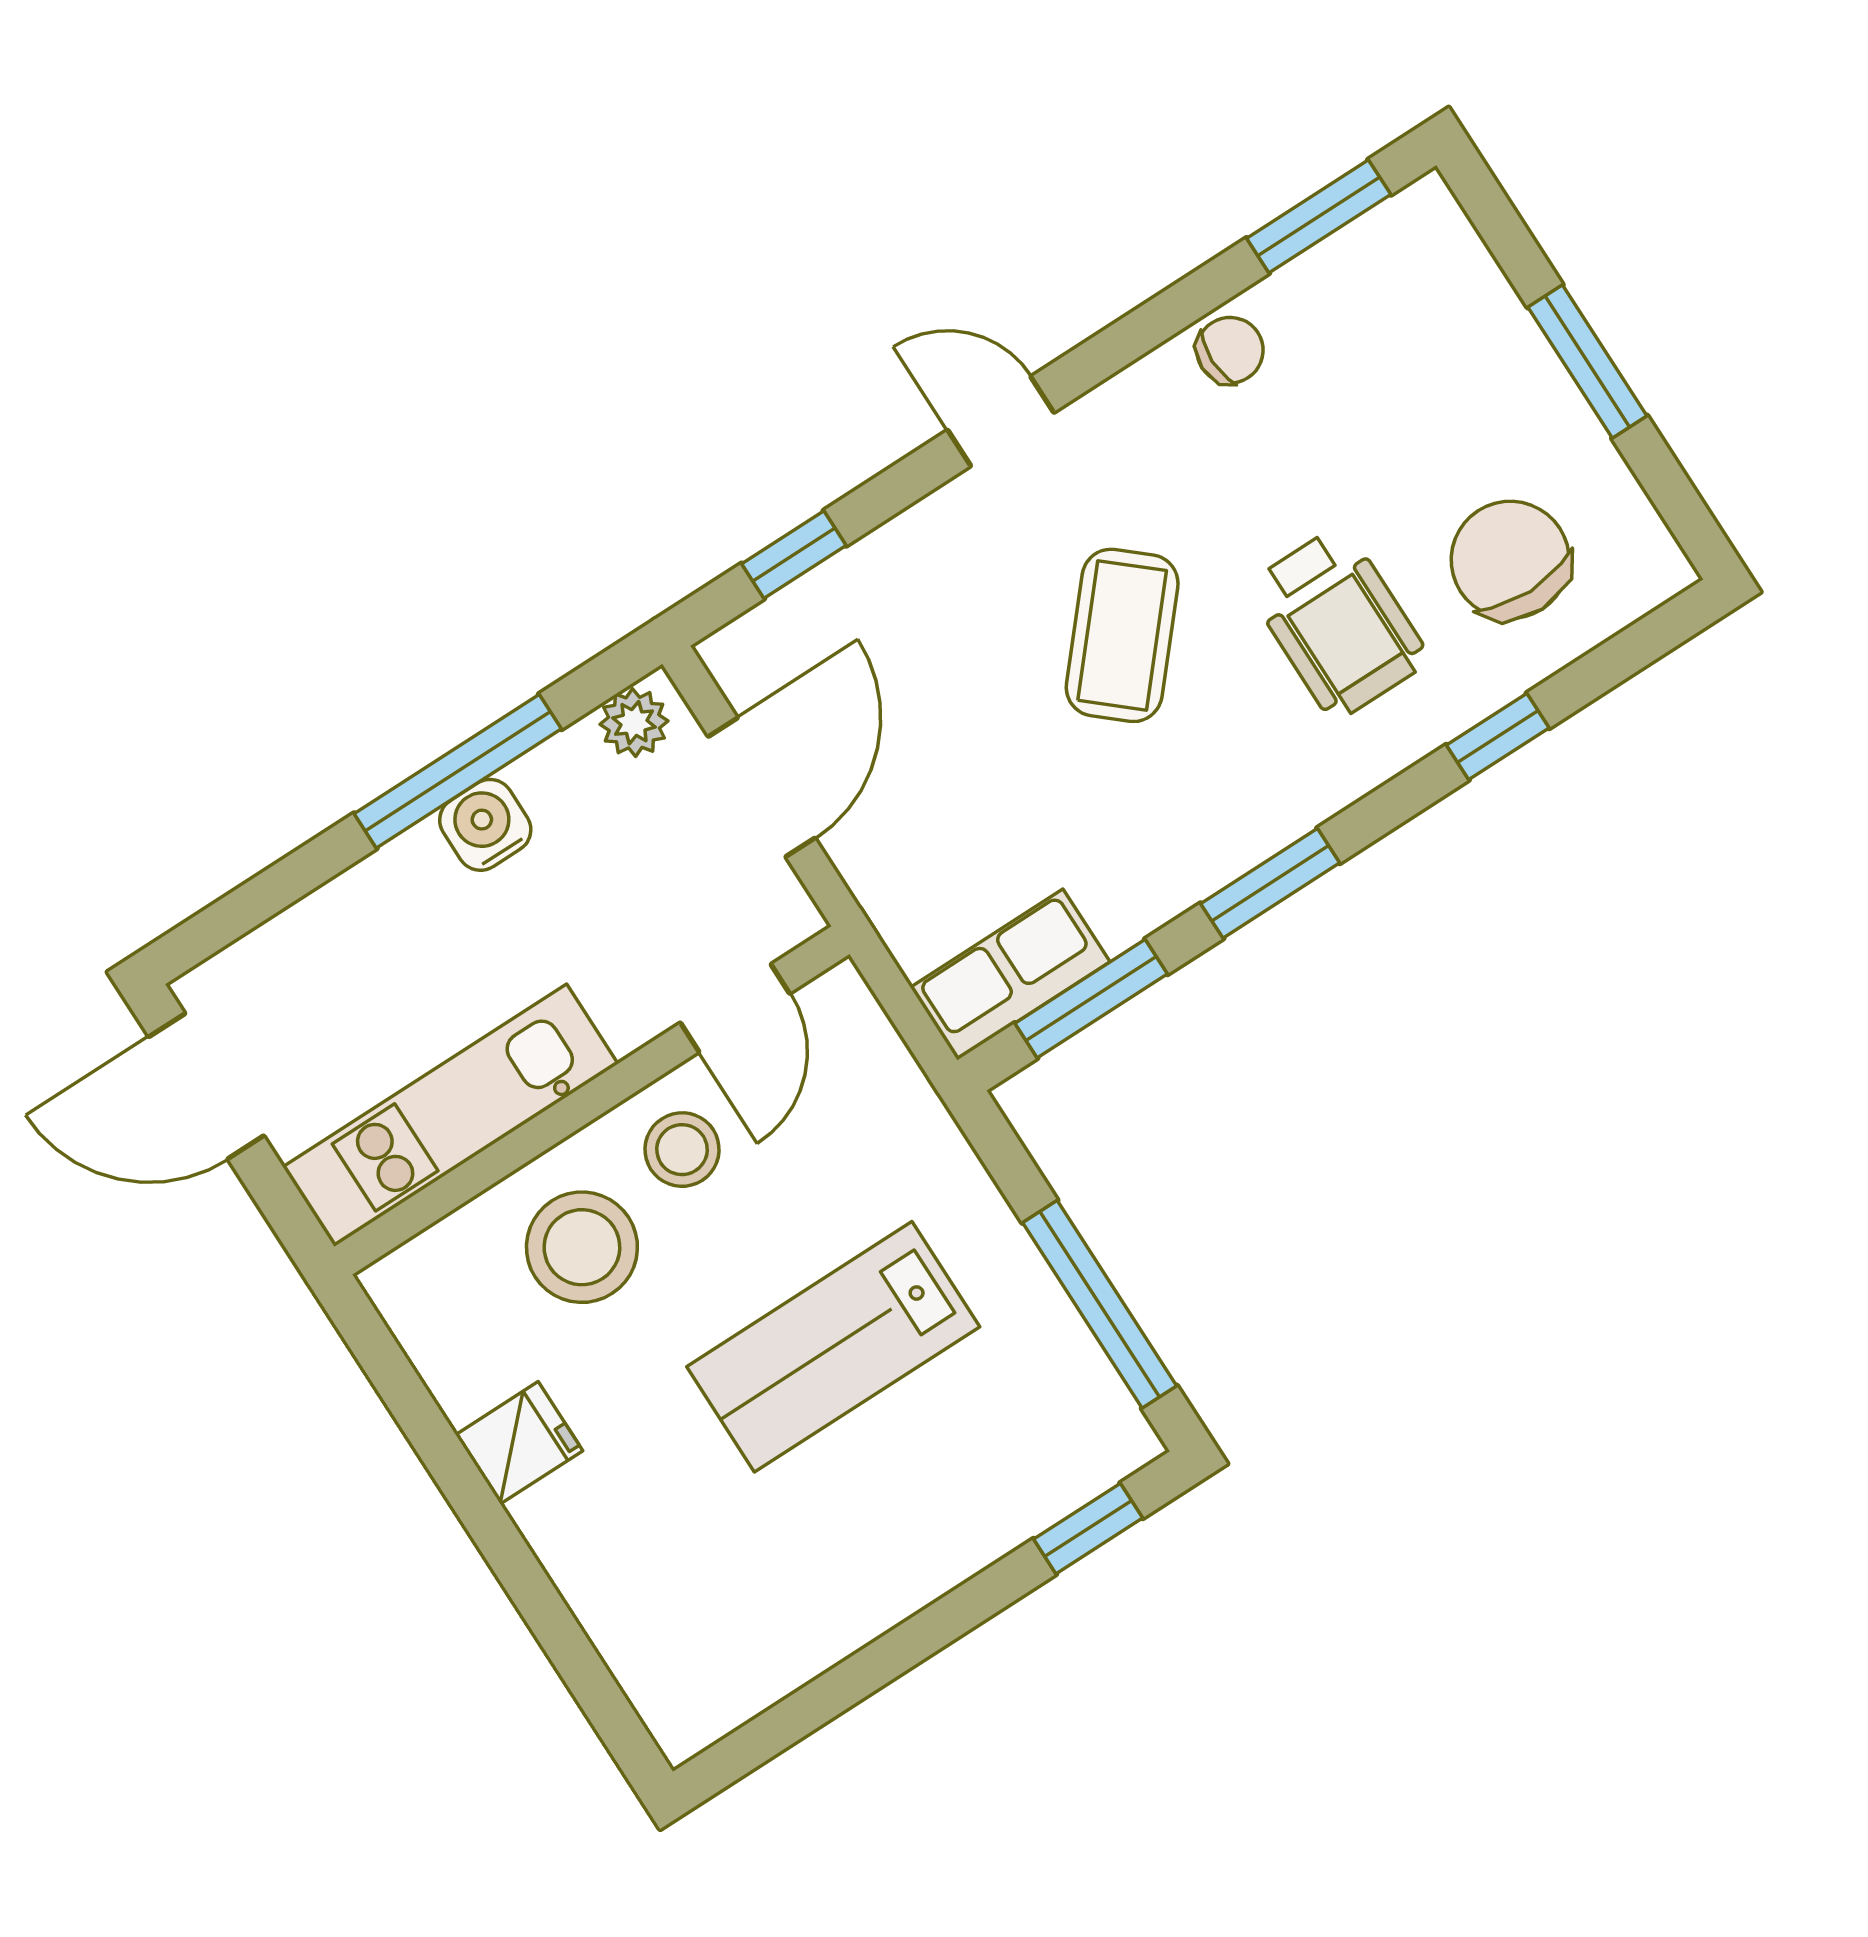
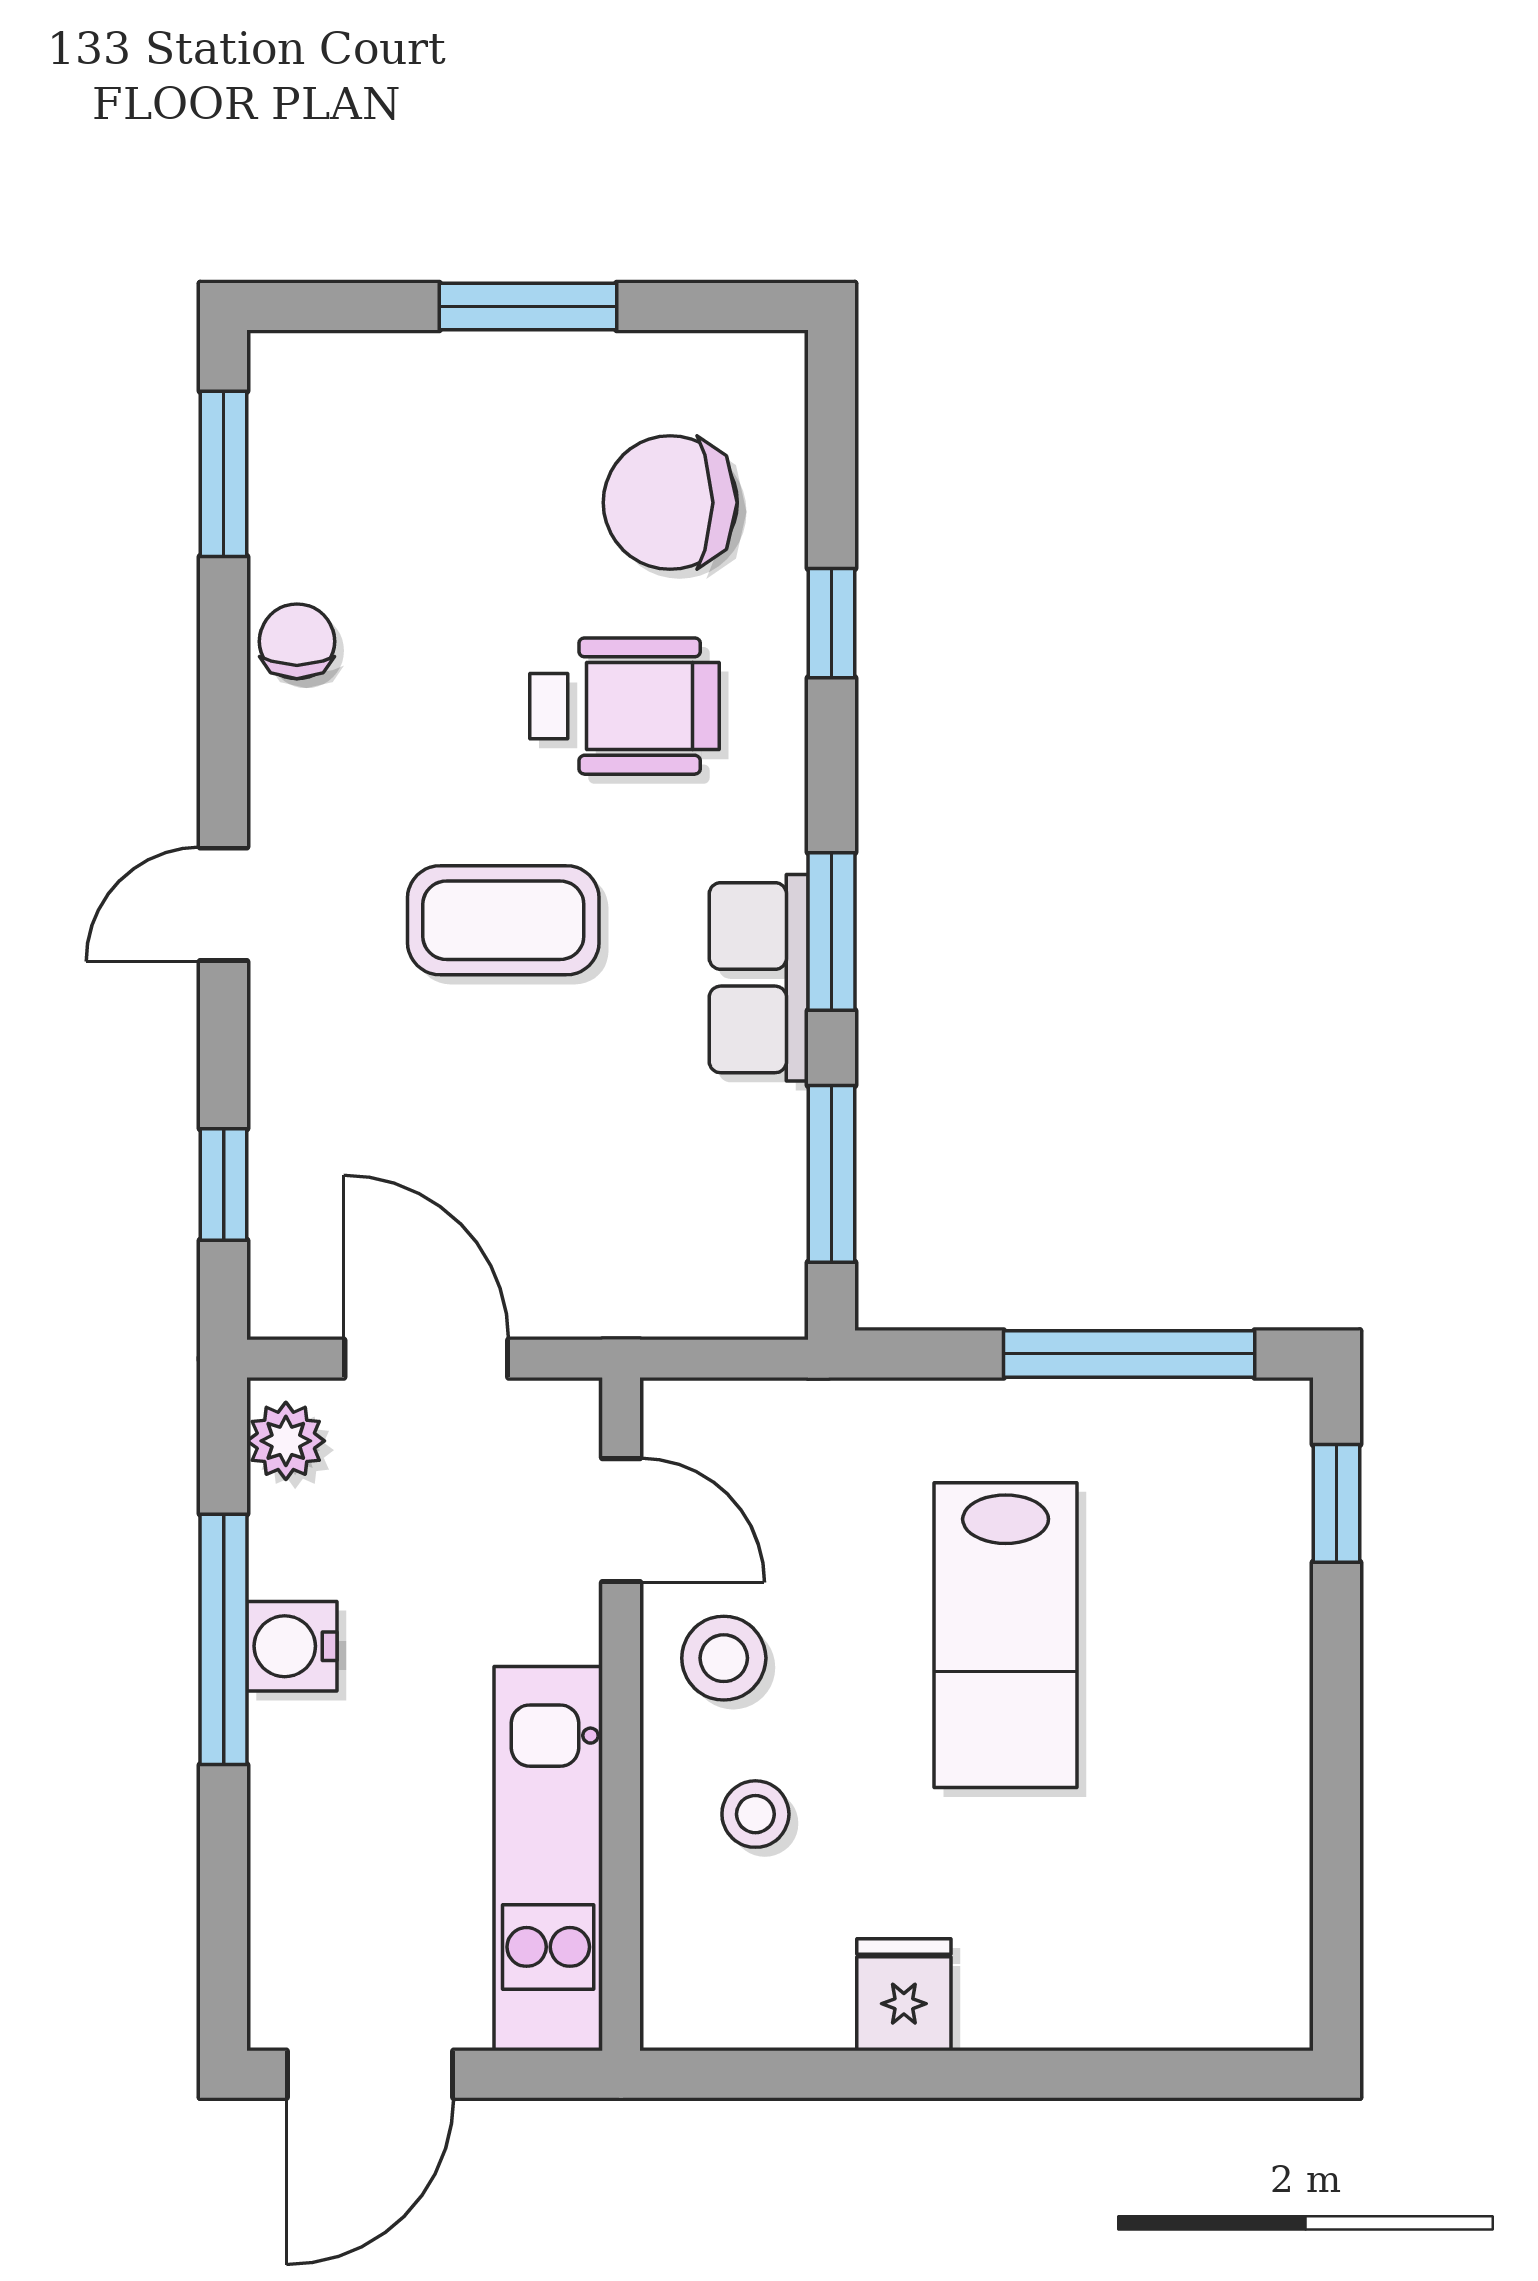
coffee table: (1122, 635) -> (503, 920), turned -41
row of seats: (1010, 975) -> (759, 978), moved
stool: (582, 1247) -> (755, 1814), width x0.53, depth x0.53

